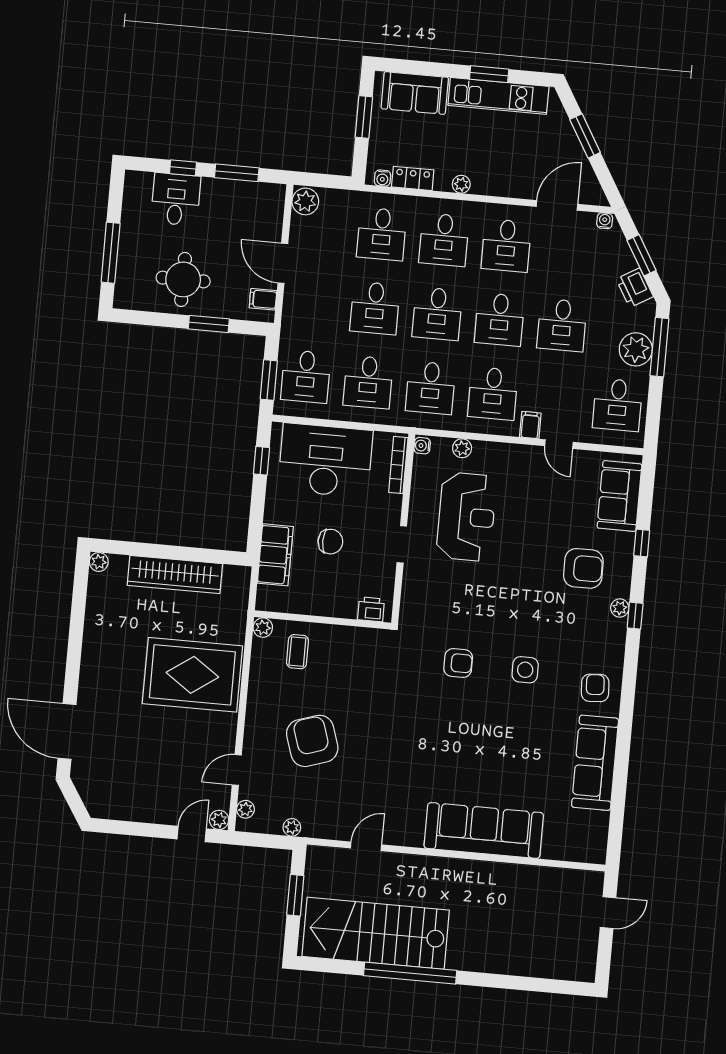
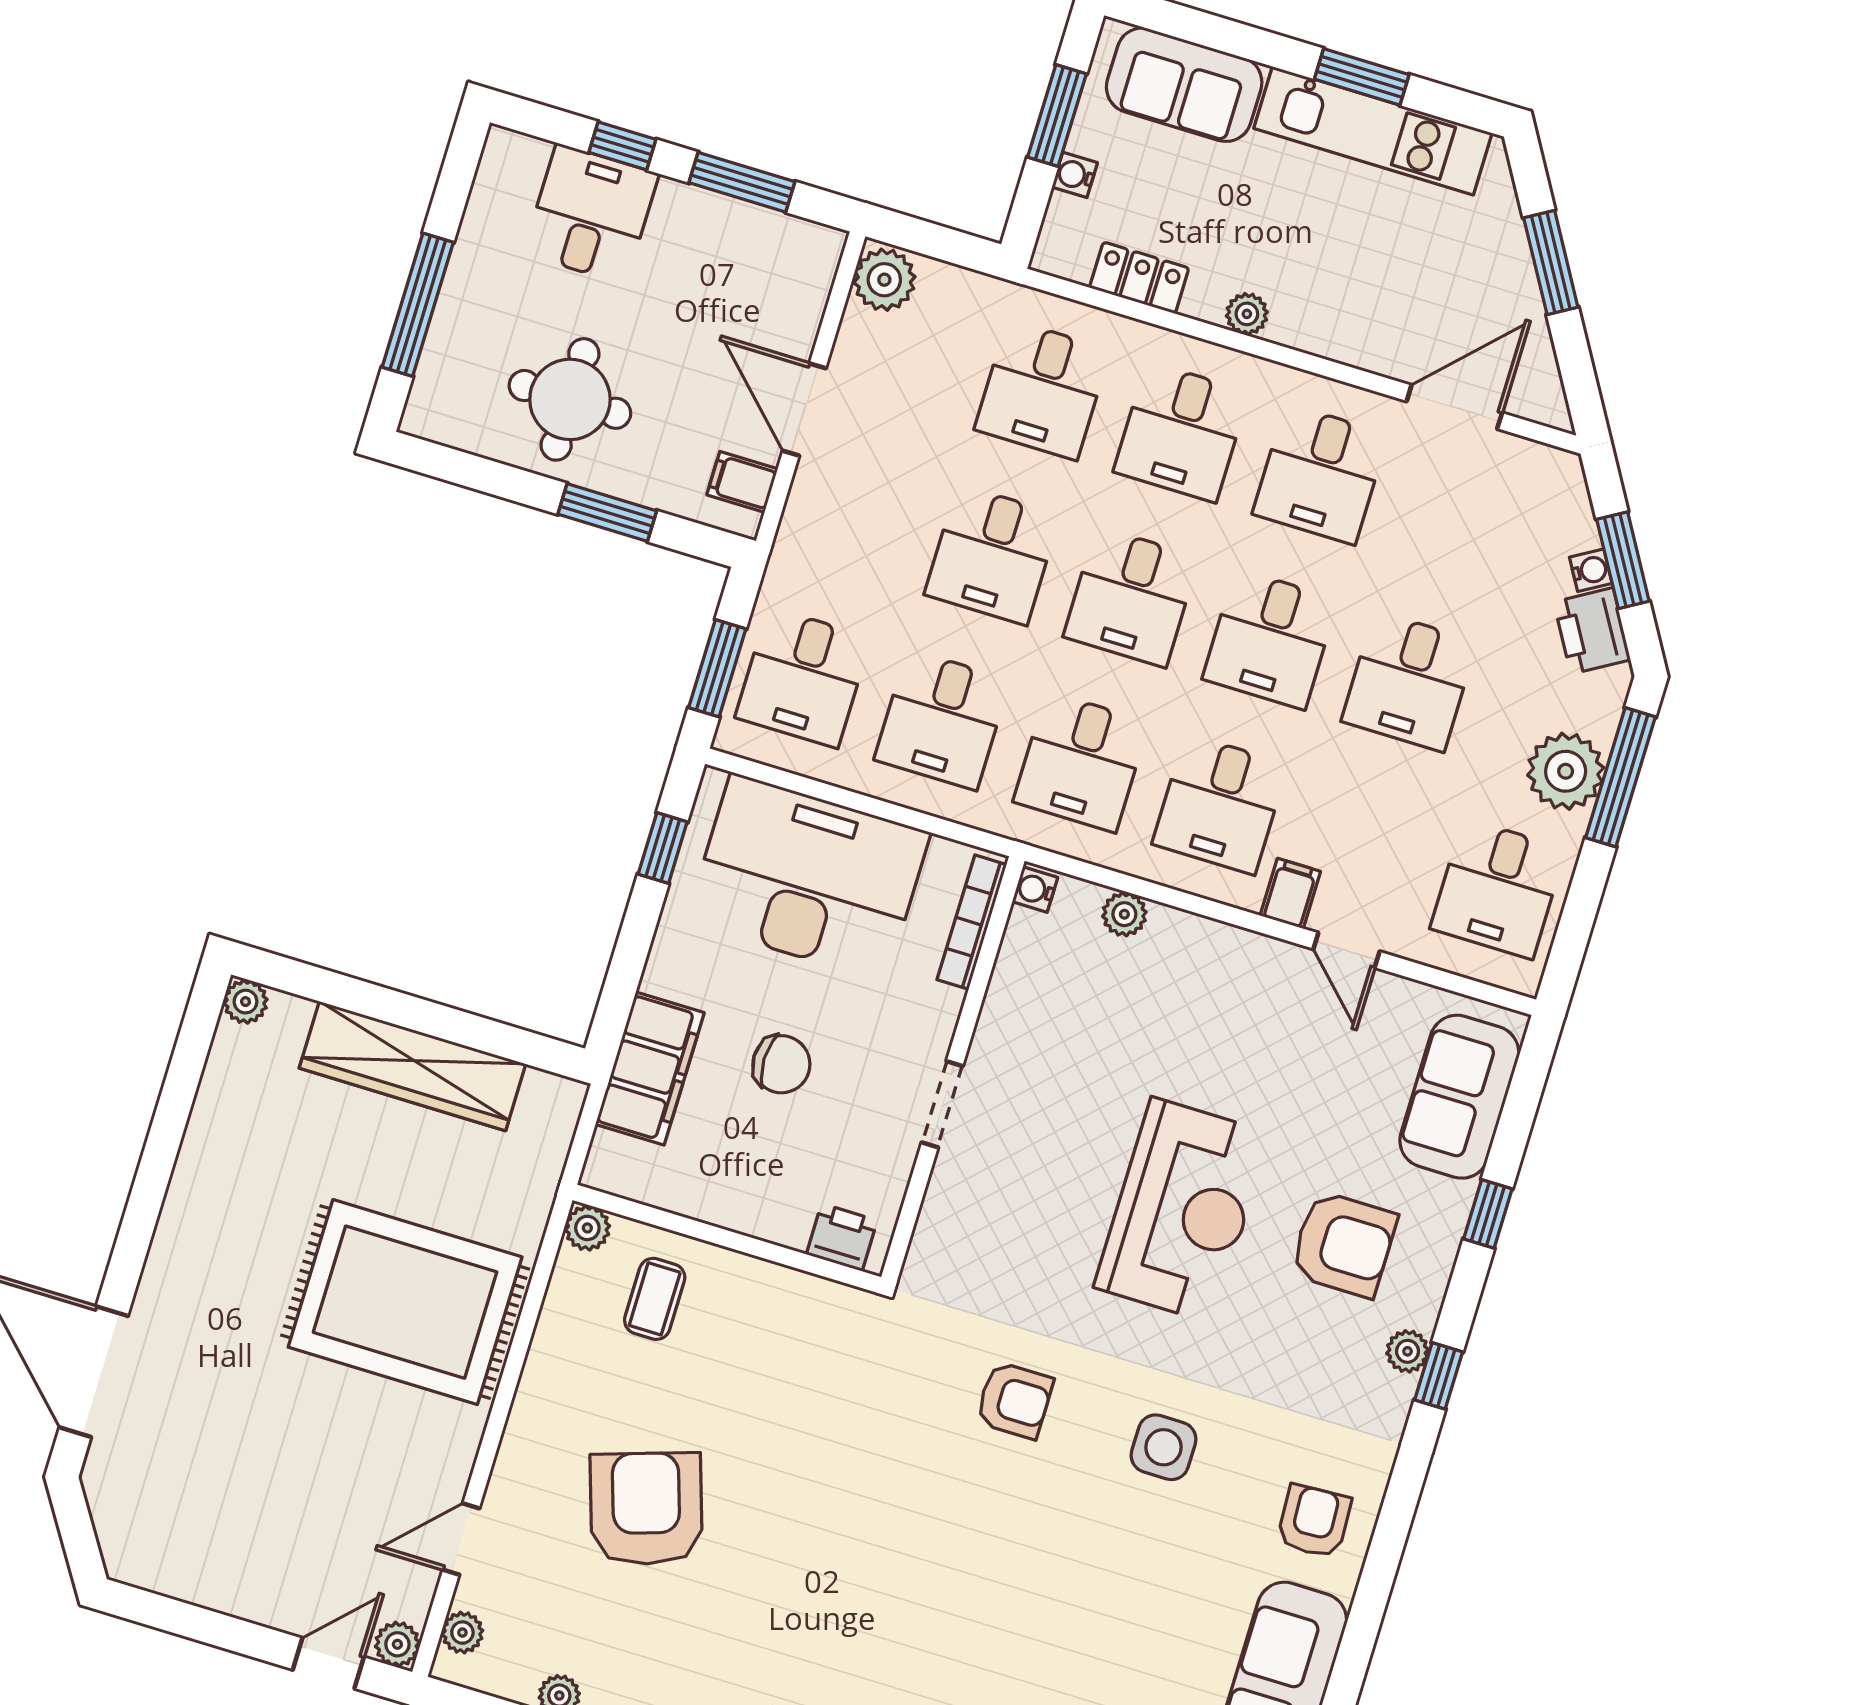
water cooler: (382, 178) -> (1075, 175), moved, turned 90
water cooler: (605, 221) -> (1591, 570), moved, turned 59
reception desk: (466, 517) -> (1182, 1210), moved

